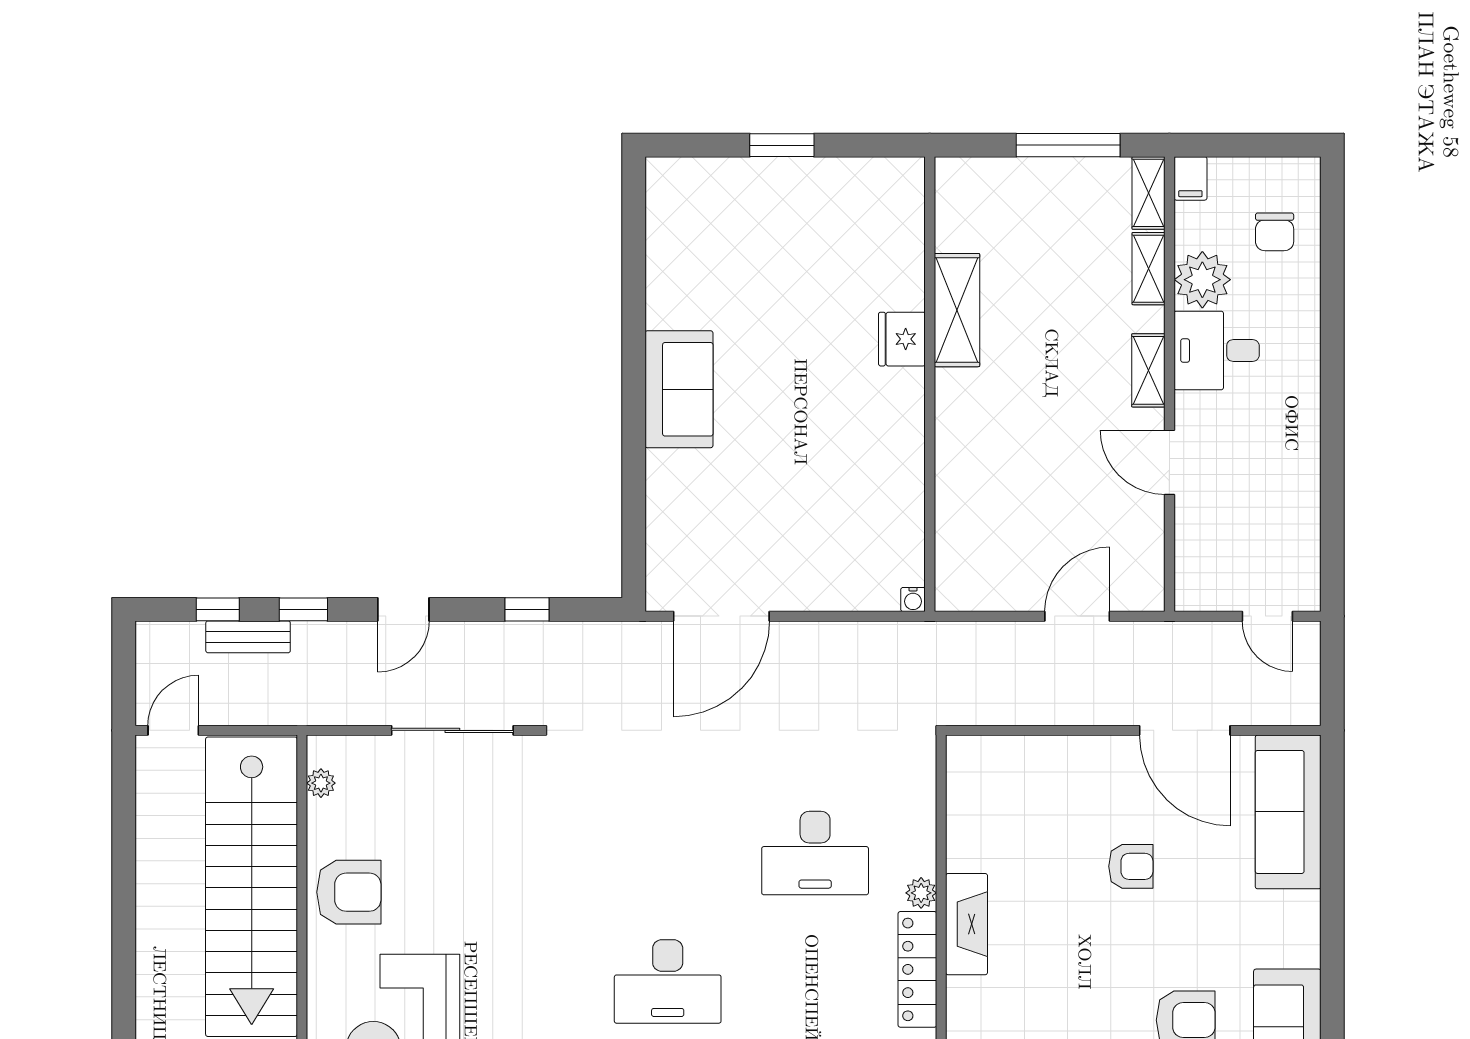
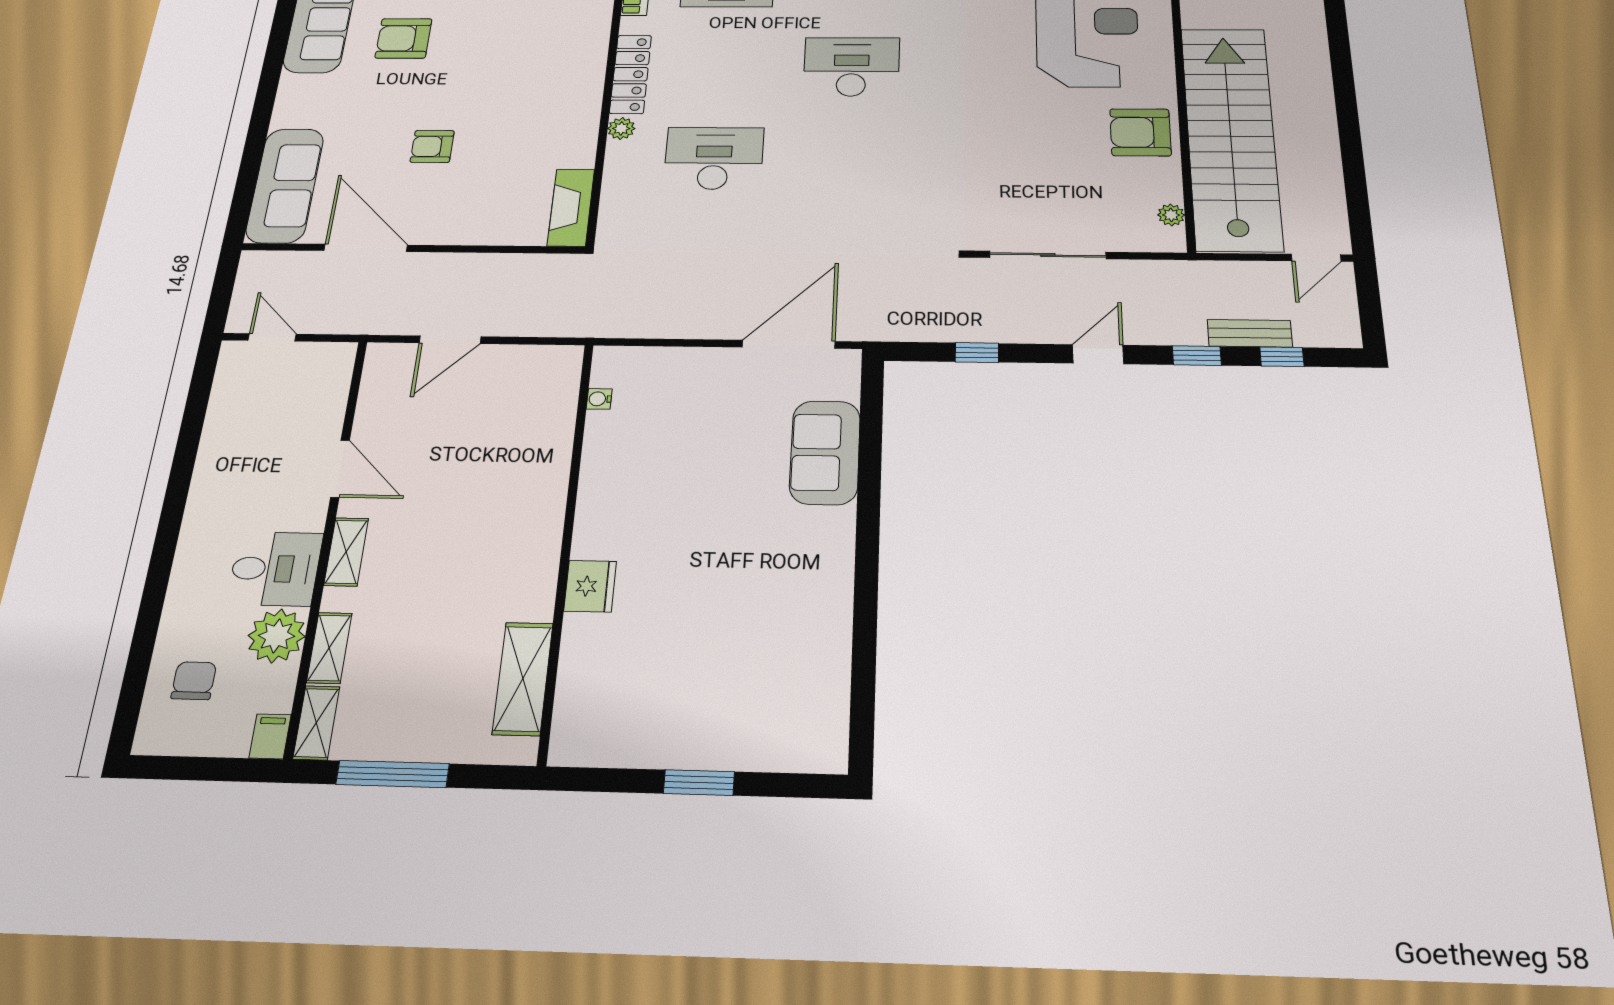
shelving: (957, 310) -> (523, 679), moved
sofa: (679, 389) -> (825, 452), moved
water cooler: (913, 599) -> (599, 399), moved, turned -90
fireplace: (967, 924) -> (571, 208), moved

